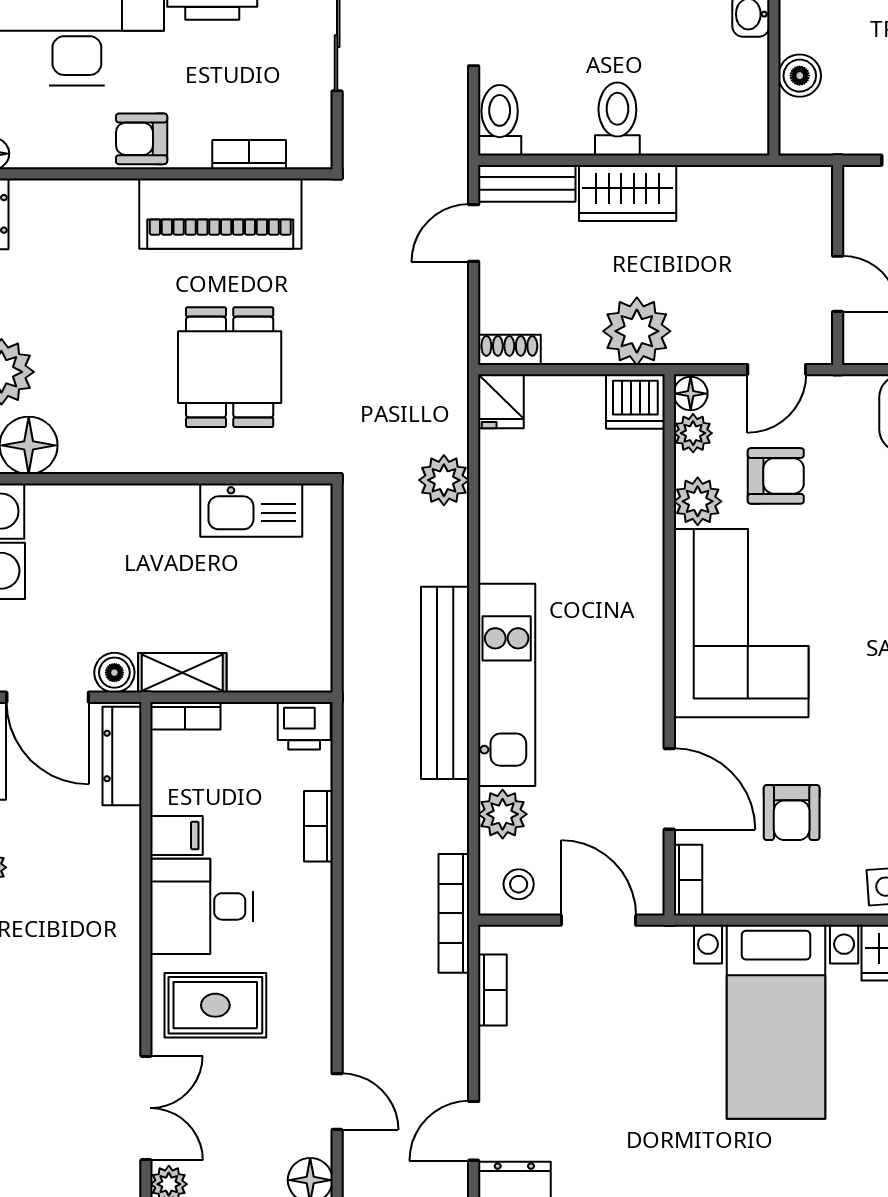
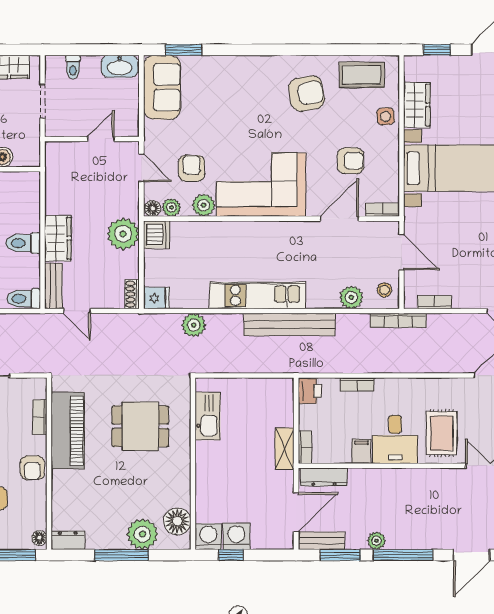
boiler: (114, 673) -> (285, 481), removed
kitchen unit: (507, 685) -> (257, 295), moved
door: (598, 920) -> (401, 252), swing flipped

